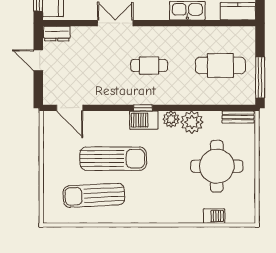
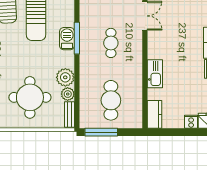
window: (143, 108) -> (77, 38), width x2.17
plant: (171, 119) -> (68, 94), moved

